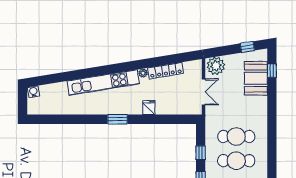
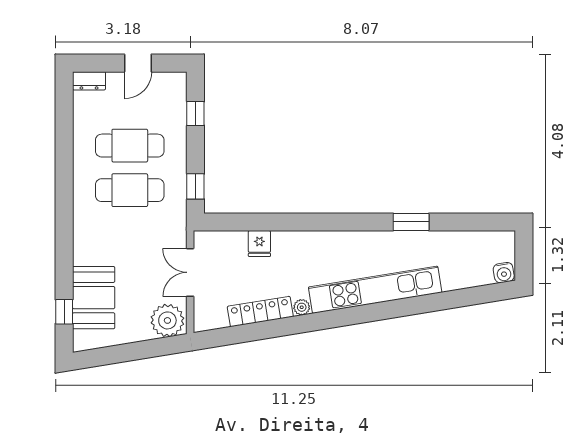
window: (247, 47) -> (109, 355), removed
fridge: (149, 108) -> (259, 244), moved
window: (117, 119) -> (411, 222), moved
window: (201, 153) -> (195, 186), moved

